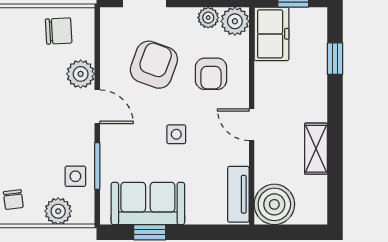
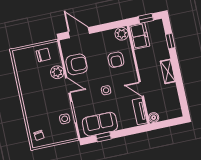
plant: (208, 18) -> (109, 35), removed
armchair: (154, 65) -> (77, 64), moved, turned 70
door: (252, 125) -> (141, 89), moved
shelving: (316, 149) -> (168, 71), moved
boiler: (274, 204) -> (154, 118), width x0.54, depth x0.54
plant: (58, 211) -> (60, 136), removed

